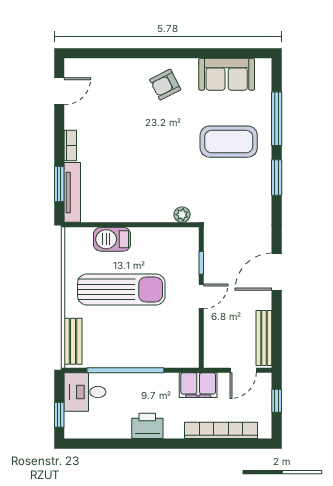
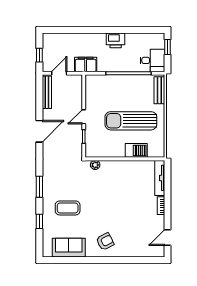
window: (277, 119) -> (39, 221), width x0.46
coffee table: (229, 142) -> (68, 208), width x0.73, depth x0.76
window: (59, 184) -> (167, 183), removed
bookcase: (221, 430) -> (72, 38), removed

